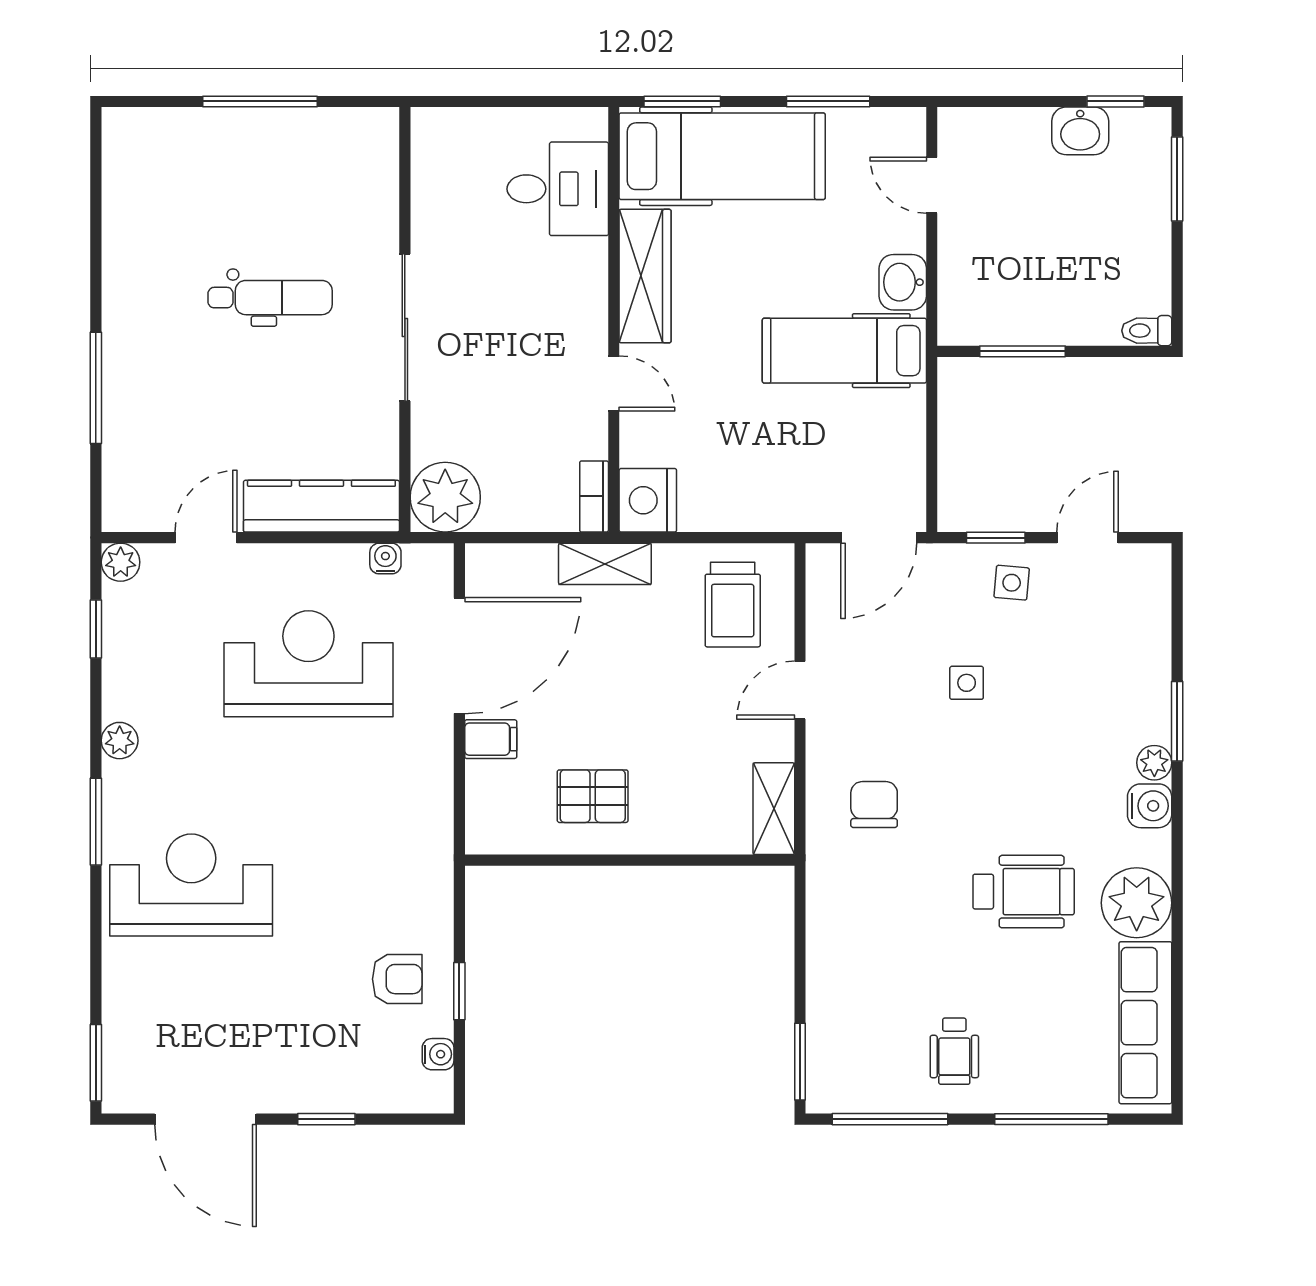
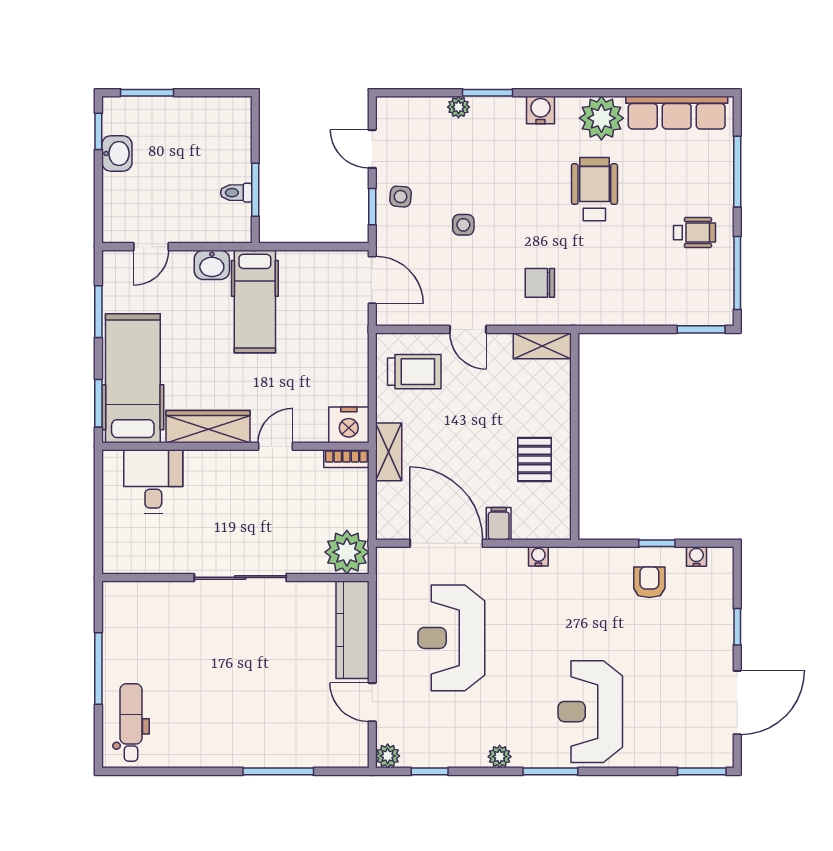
dental chair: (270, 298) -> (131, 722), moved
toilet: (1147, 331) -> (236, 193), moved, turned 90
water cooler: (385, 559) -> (538, 556), moved, turned 90
plant: (1154, 763) -> (458, 107), moved

